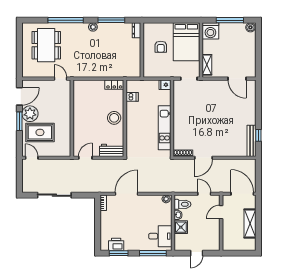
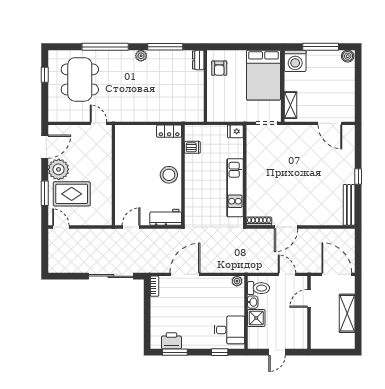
window: (19, 42) -> (45, 75), added
armchair: (161, 47) -> (219, 68), moved
window: (19, 121) -> (45, 193), moved
window: (258, 135) -> (358, 177), moved
sliding door: (54, 195) -> (111, 276), moved
window: (153, 253) -> (220, 352), width x0.46

